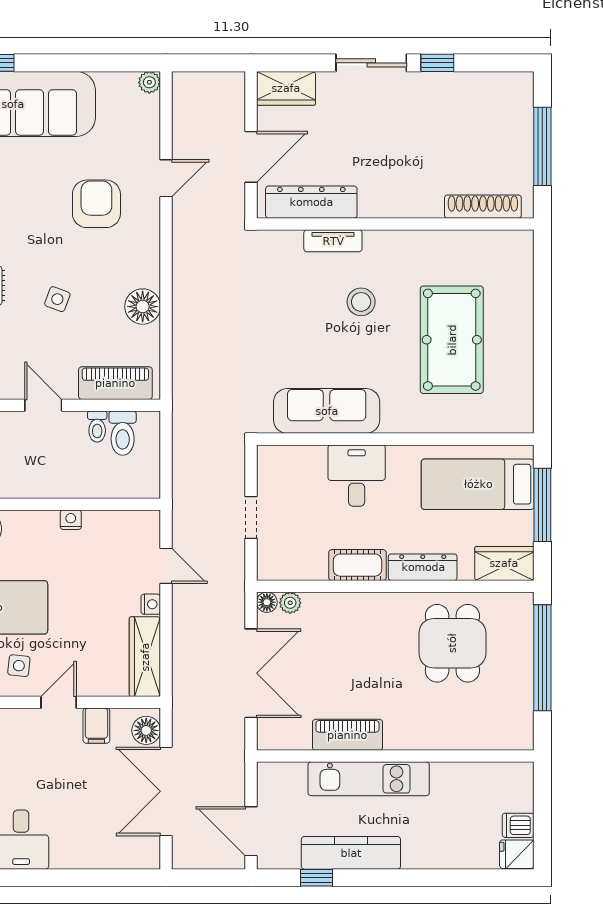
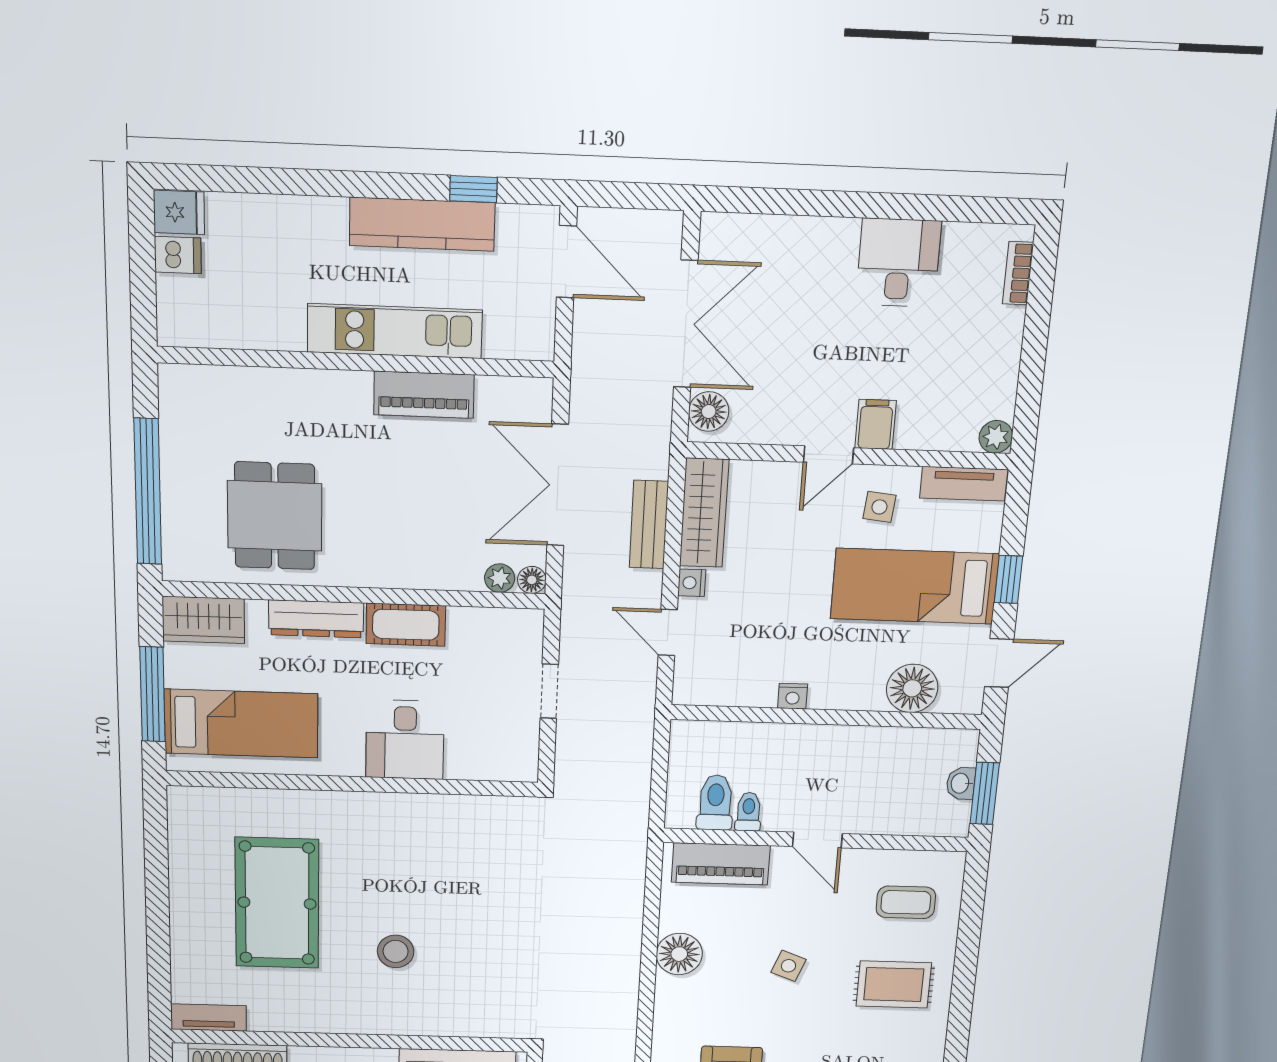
tv unit: (333, 241) -> (209, 1018), moved
sofa: (327, 411) -> (444, 822), removed
bench: (184, 647) -> (649, 525), added
filing cabinet: (96, 726) -> (876, 424), moved

